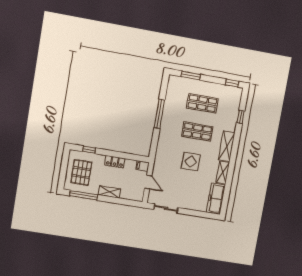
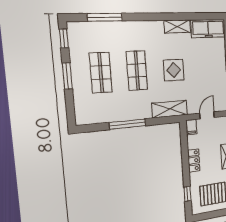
window: (191, 76) -> (67, 76), moved
window: (241, 117) -> (105, 17), width x2.17
shelving: (227, 146) -> (170, 109), moved

